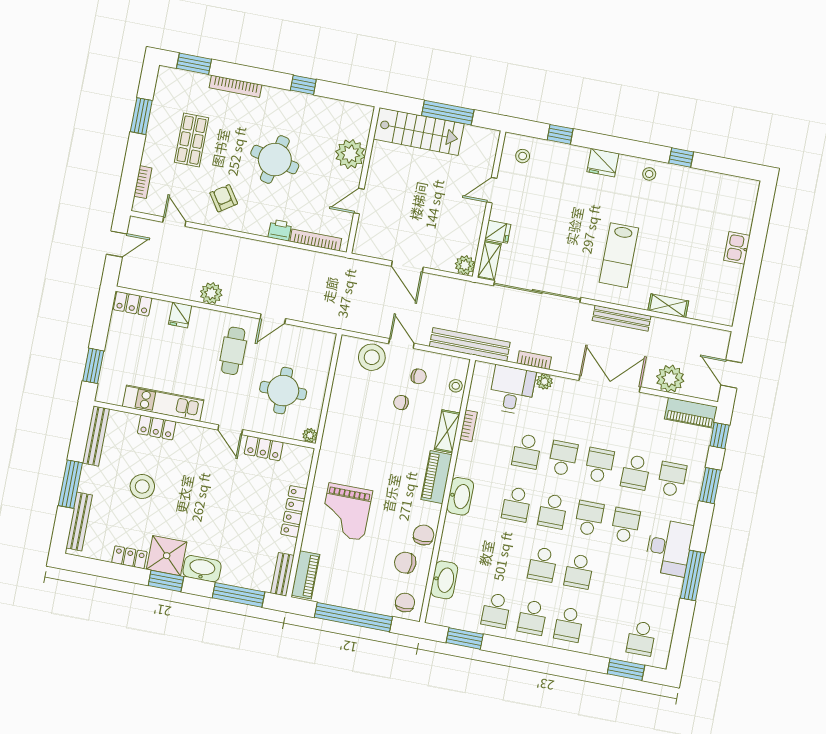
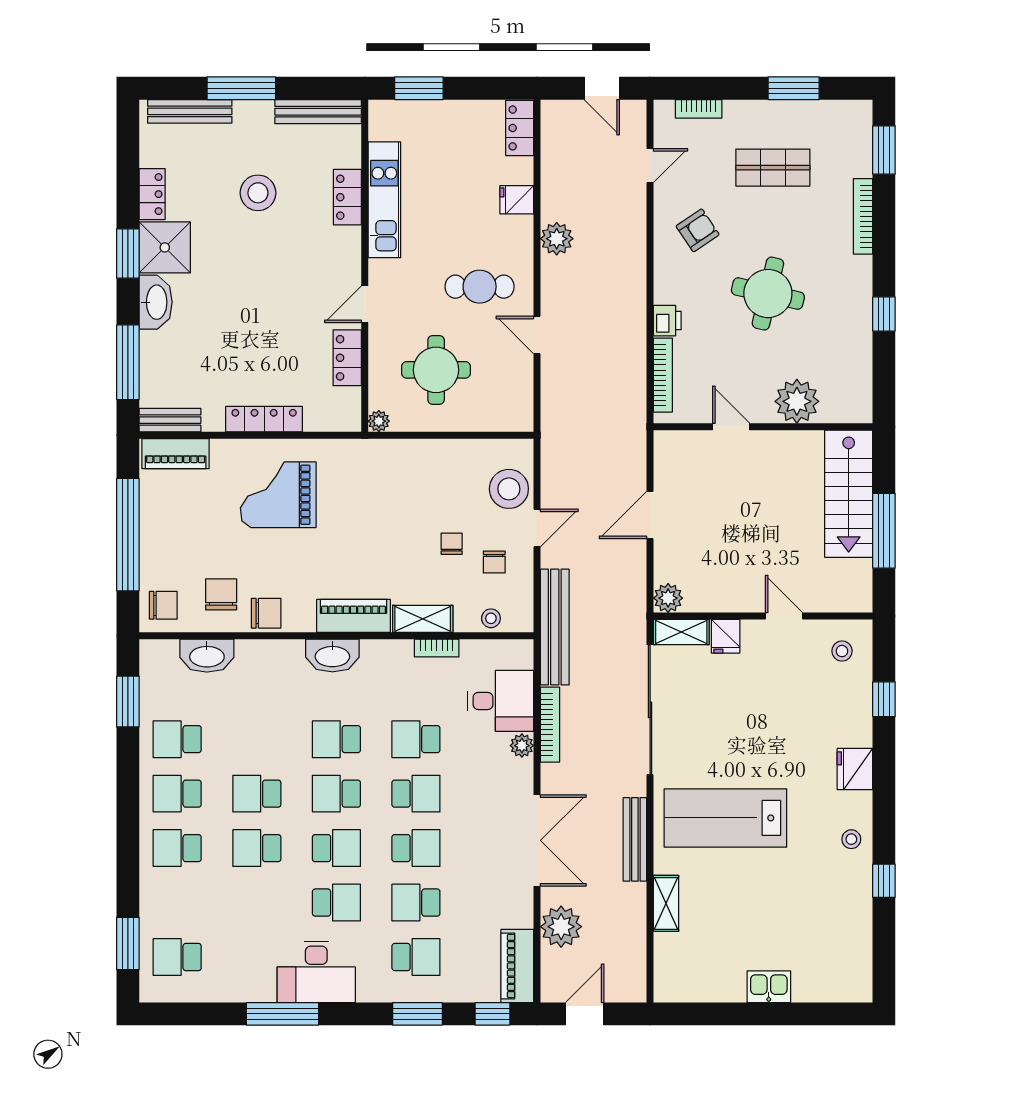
lab bench: (619, 255) -> (725, 818), width x1.36, depth x1.39
bookcase: (534, 360) -> (550, 725), width x1.56

